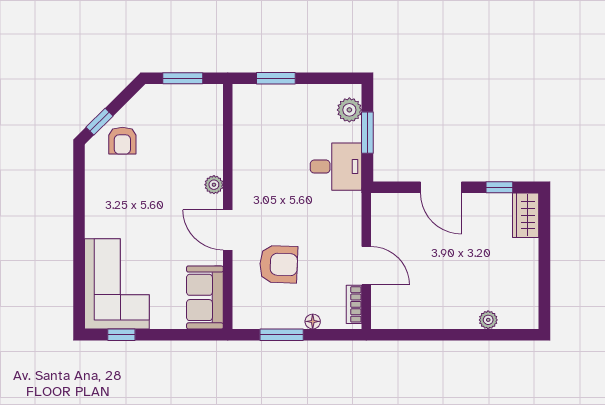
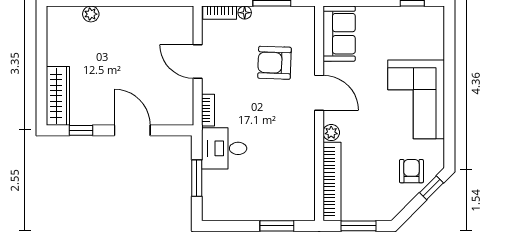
plant: (349, 110) -> (212, 198), removed
bookcase: (213, 129) -> (332, 182), added
bookcase: (354, 210) -> (208, 110), added
wardrobe: (526, 215) -> (58, 96), width x1.50
corner sofa: (117, 284) -> (416, 99), moved
bookcase: (354, 304) -> (220, 13), moved, turned 90

